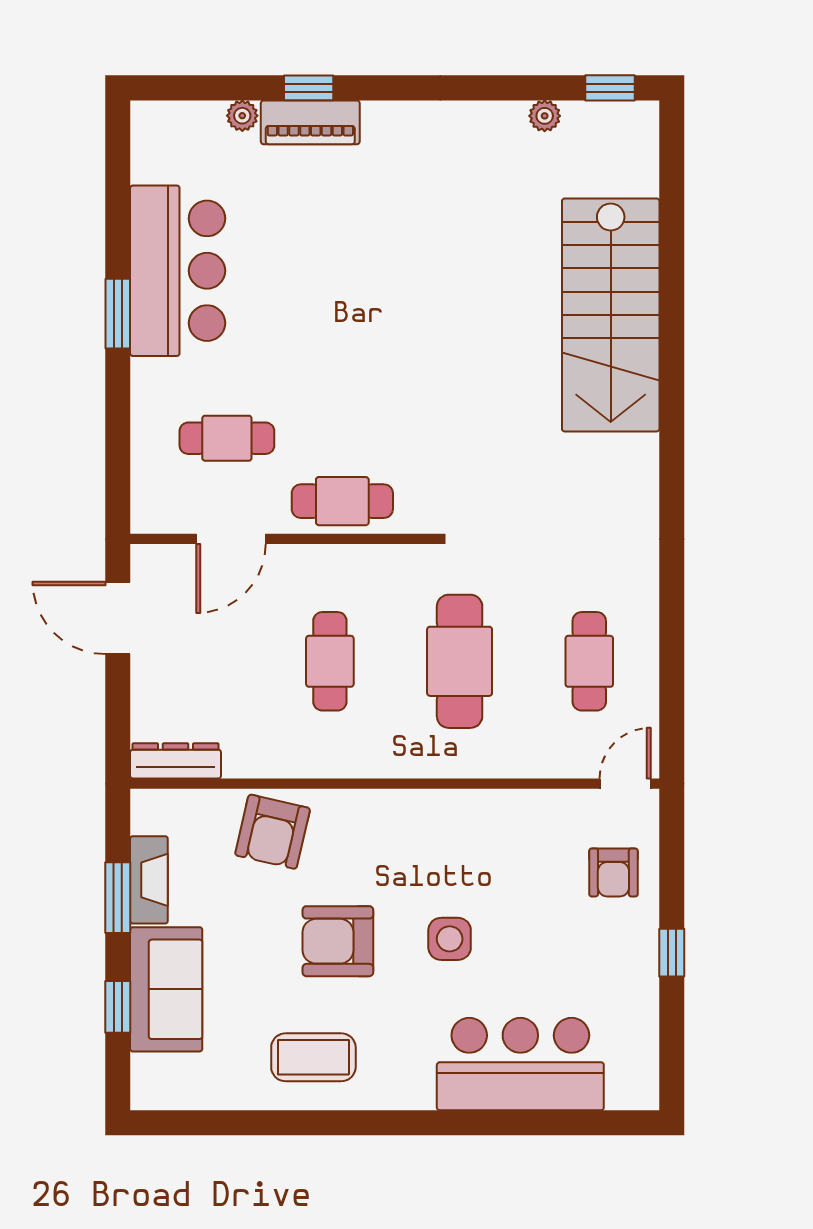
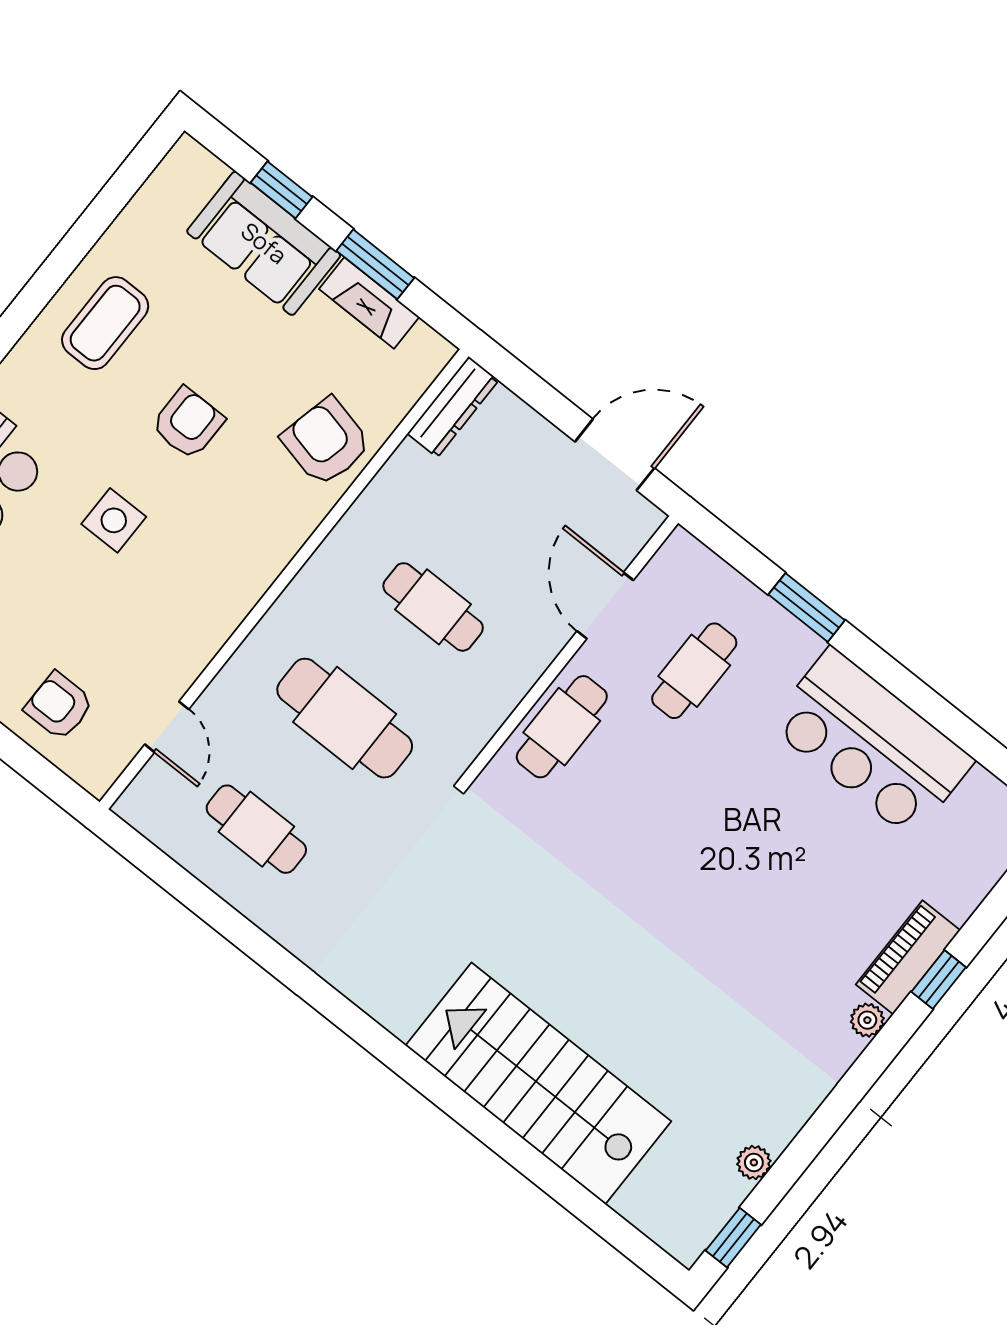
plant: (242, 116) -> (867, 1020), moved
window: (118, 314) -> (807, 607), moved
door: (625, 784) -> (167, 727), moved
armchair: (338, 941) -> (188, 423), width x0.72, depth x0.72

